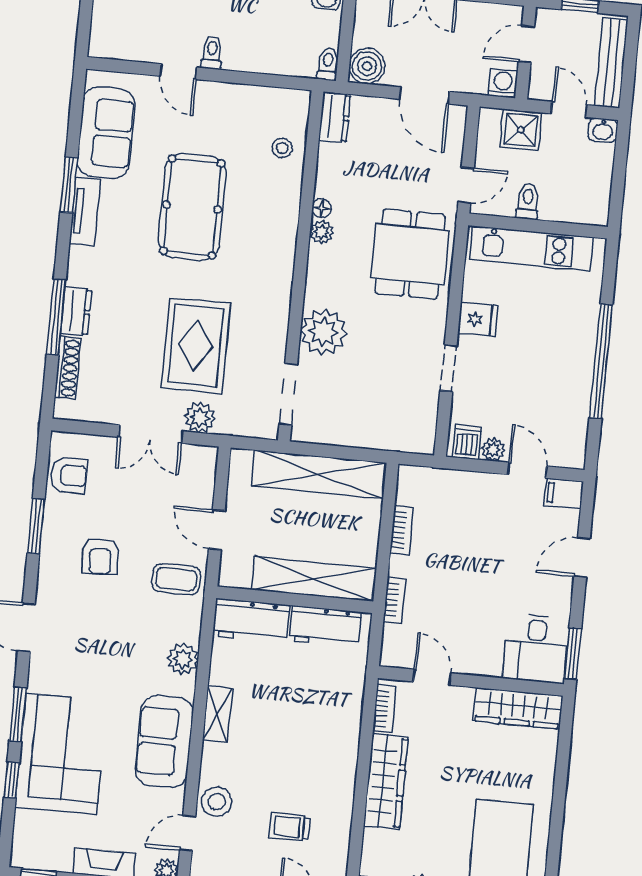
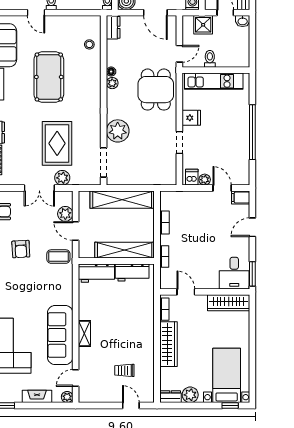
plant: (183, 659) -> (65, 214), moved
shelving: (217, 714) -> (84, 334), moved
sofa: (164, 741) -> (60, 335), width x1.36
stool: (217, 802) -> (88, 362), removed

